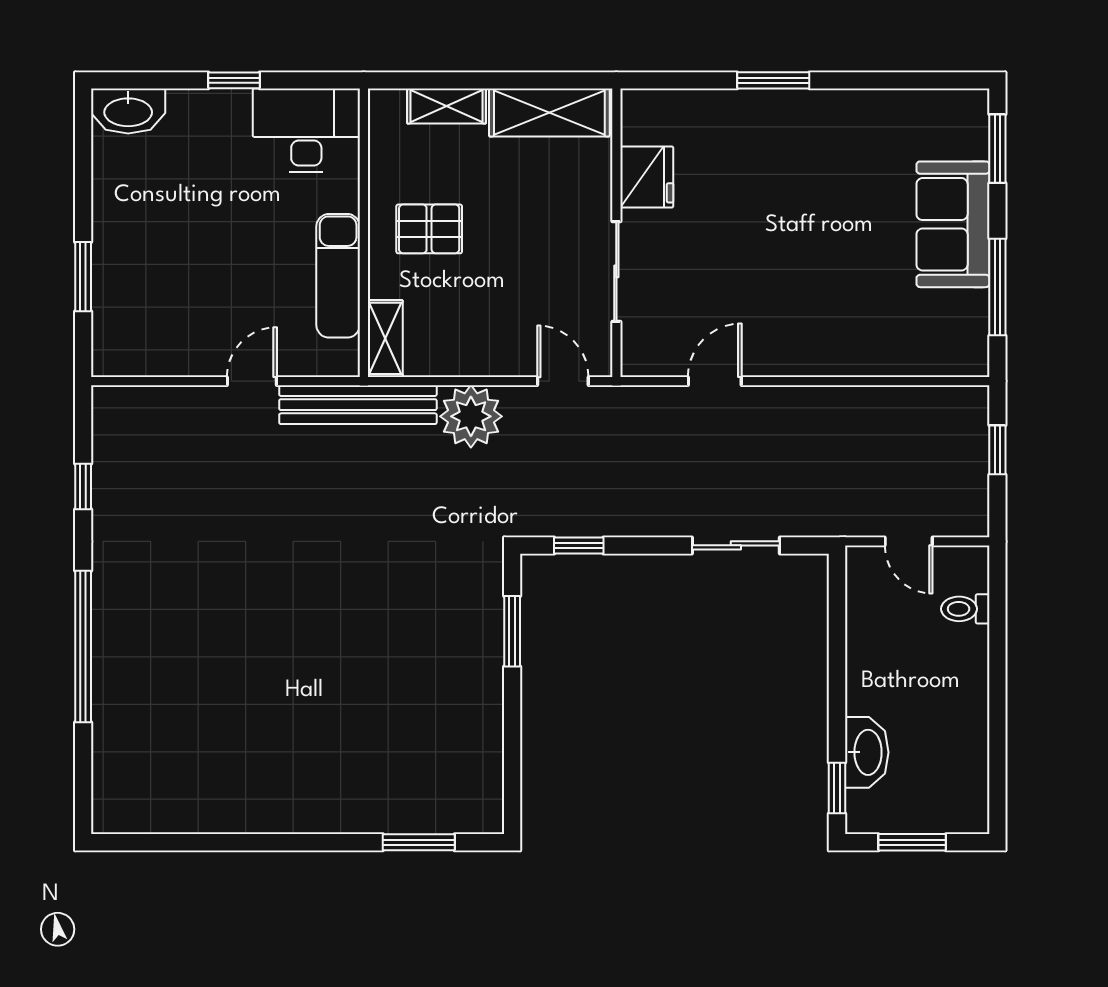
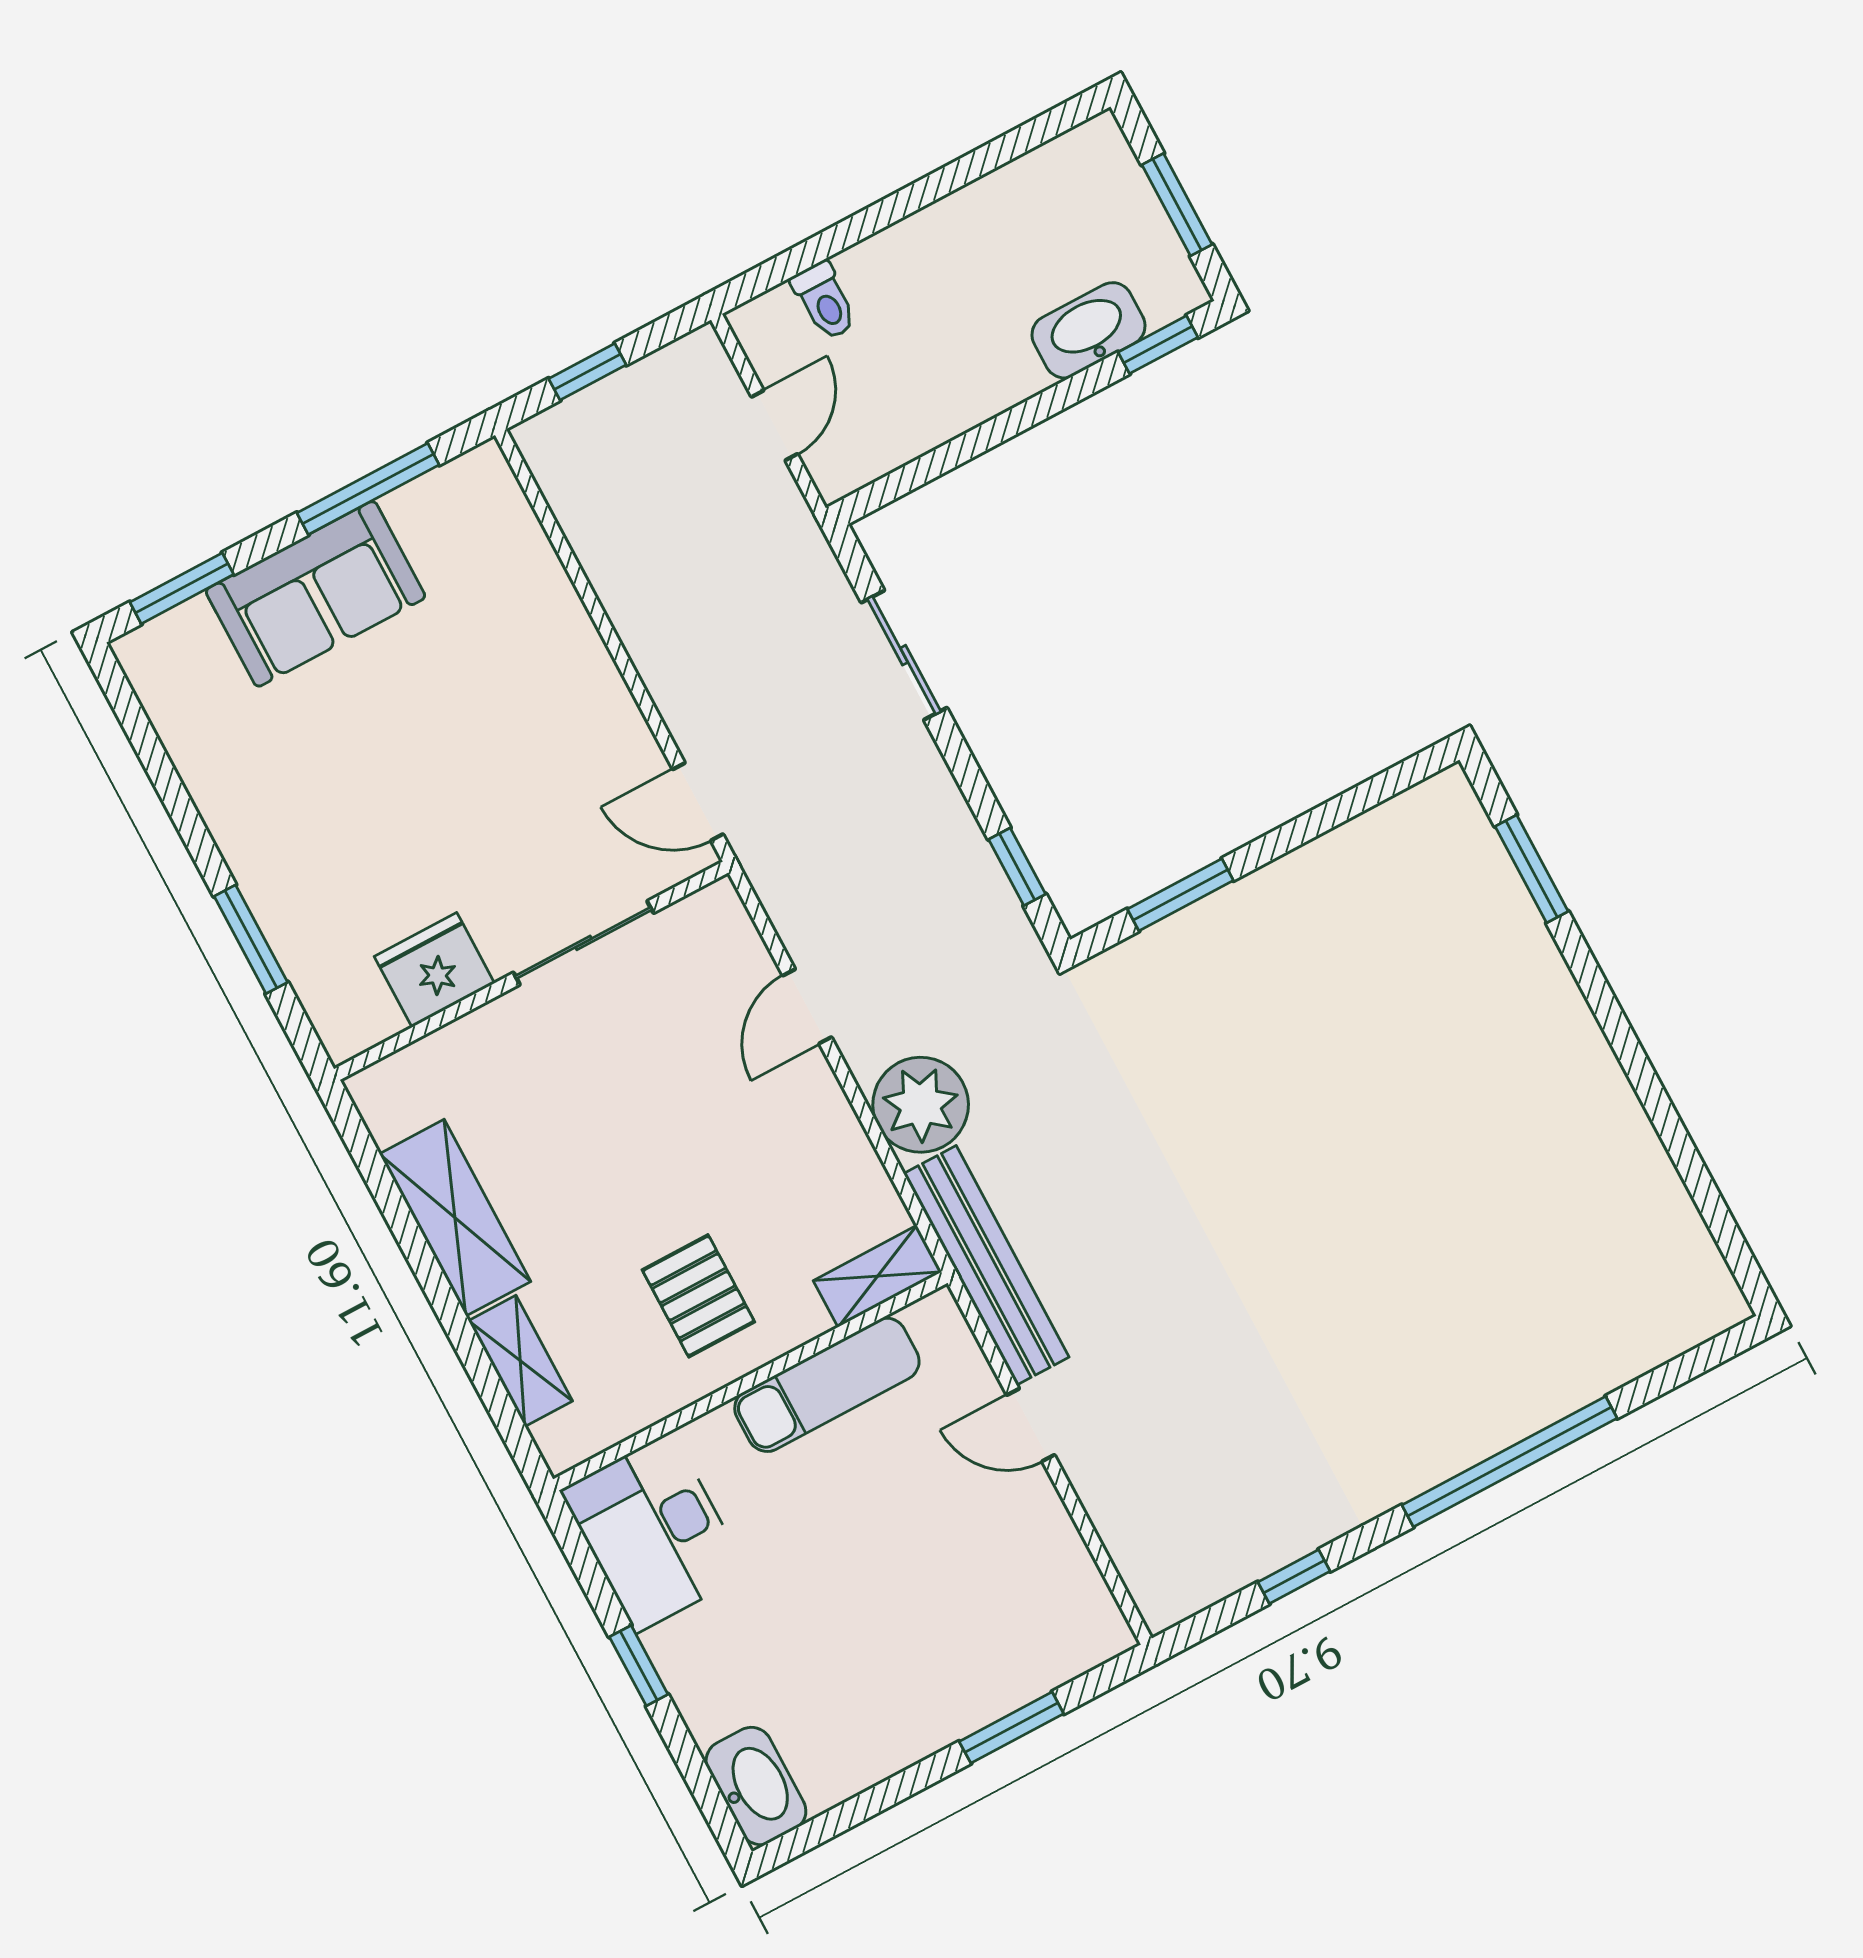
fridge: (647, 177) -> (434, 970), moved
wall: (616, 233) -> (531, 971), moved
sliding door: (616, 271) -> (584, 943), moved

